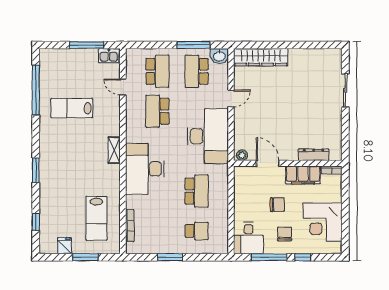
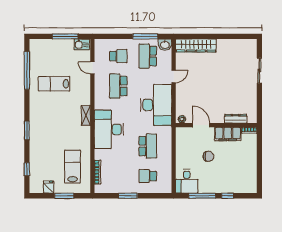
school desk: (157, 71) -> (118, 56), width x0.54
lab bench: (96, 218) -> (72, 167), turned 180
corner desk: (322, 222) -> (242, 169), removed
school desk: (197, 231) -> (148, 176), turned 180
chair: (285, 234) -> (214, 178), removed

